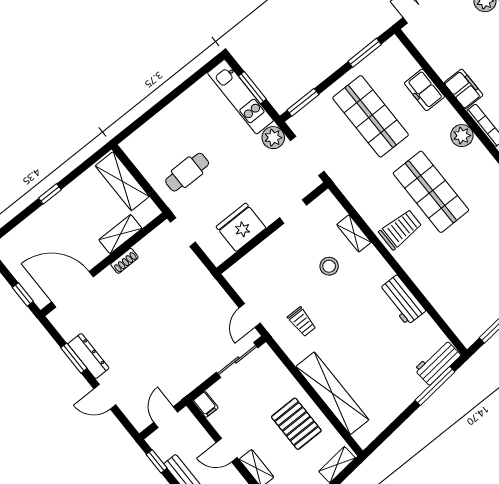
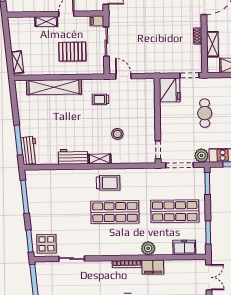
freezer: (424, 90) -> (184, 247), moved
plant: (462, 136) -> (148, 248), moved
cafe table: (187, 172) -> (205, 113), moved
doorway: (293, 211) -> (158, 150), moved
fridge: (241, 227) -> (170, 90), moved
trolley: (400, 229) -> (108, 183), turned -90
shelving: (354, 233) -> (100, 159), moved
sliding door: (237, 360) -> (106, 42), moved
pallet: (296, 424) -> (72, 52), moved

